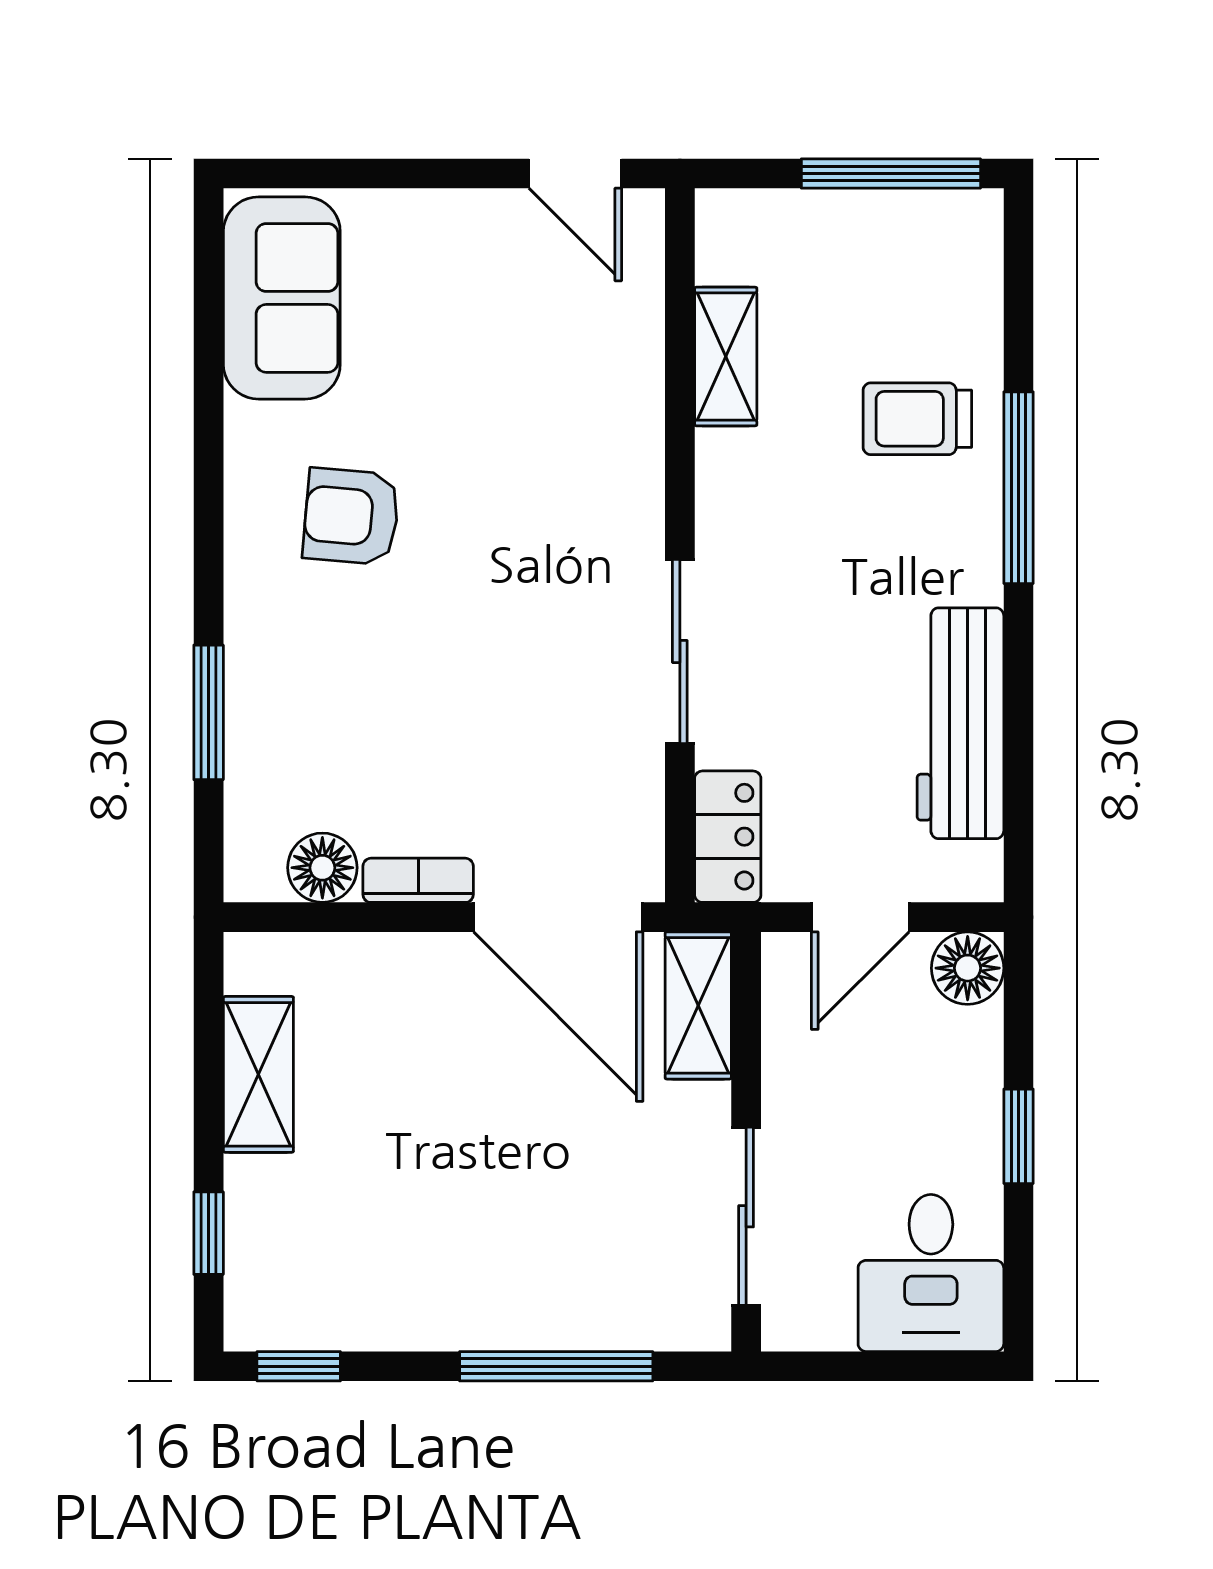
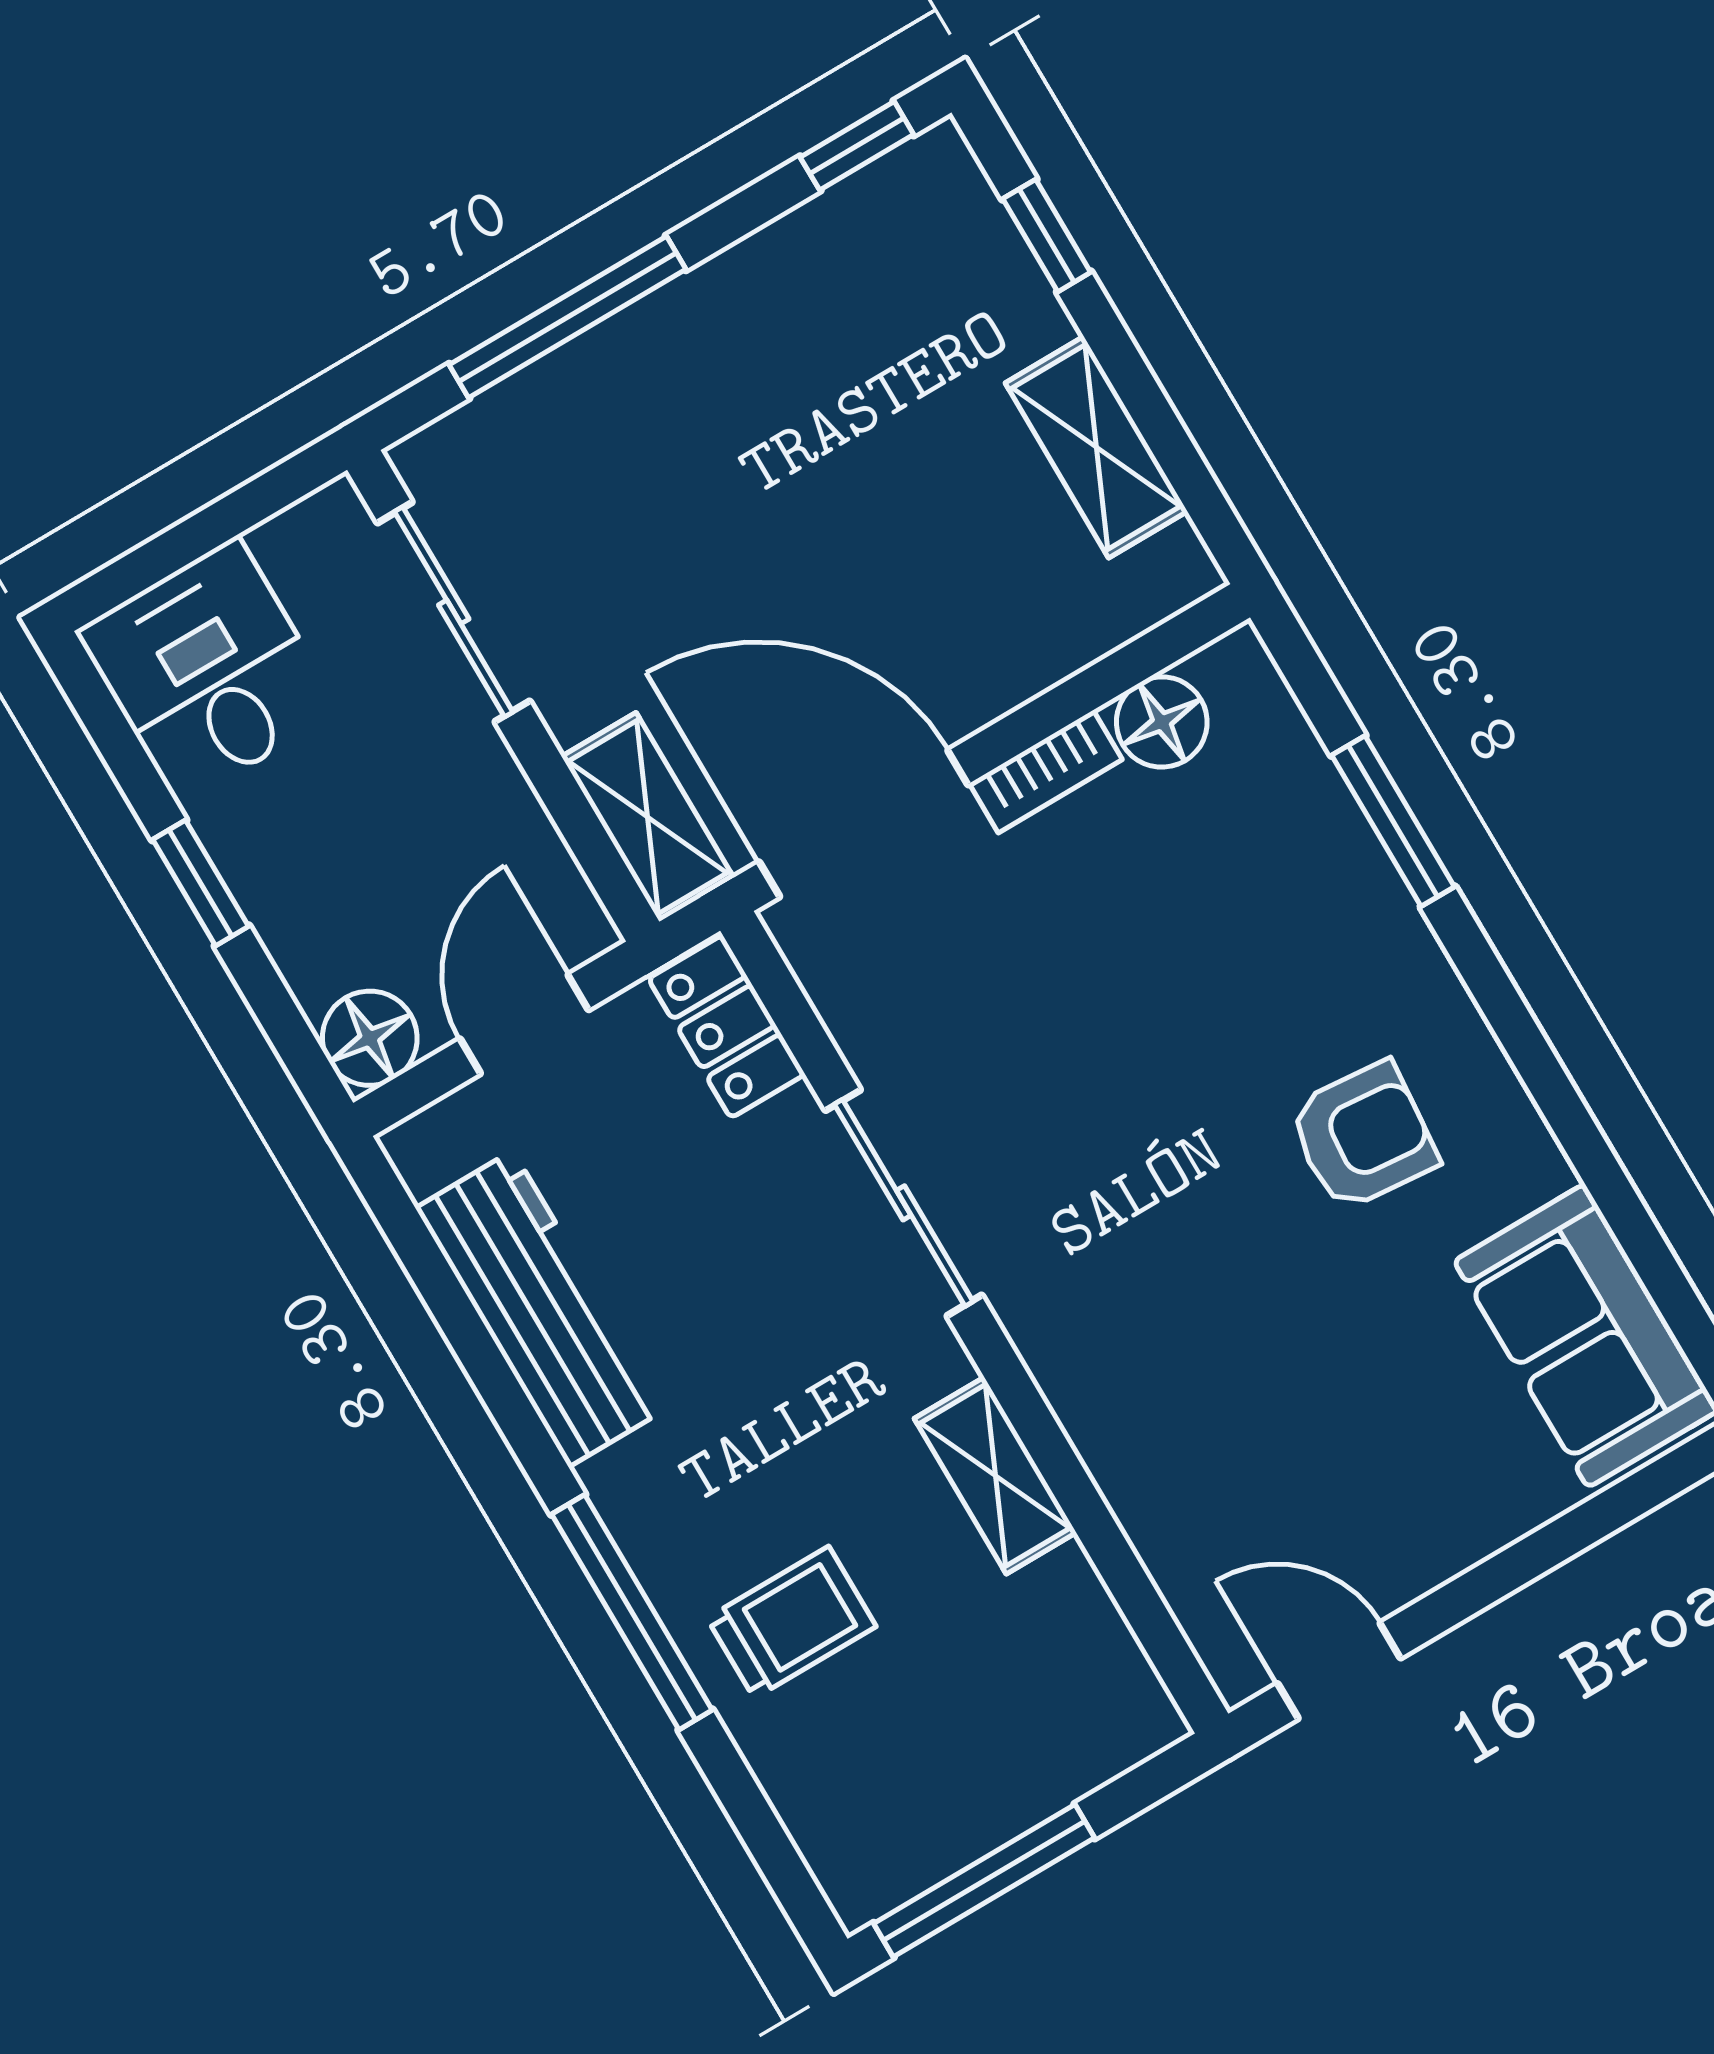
shelving: (726, 356) -> (995, 1476), moved

